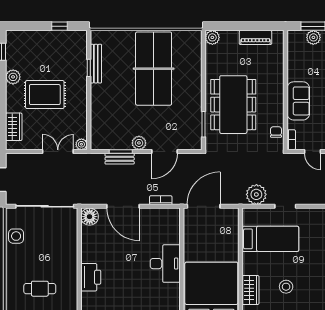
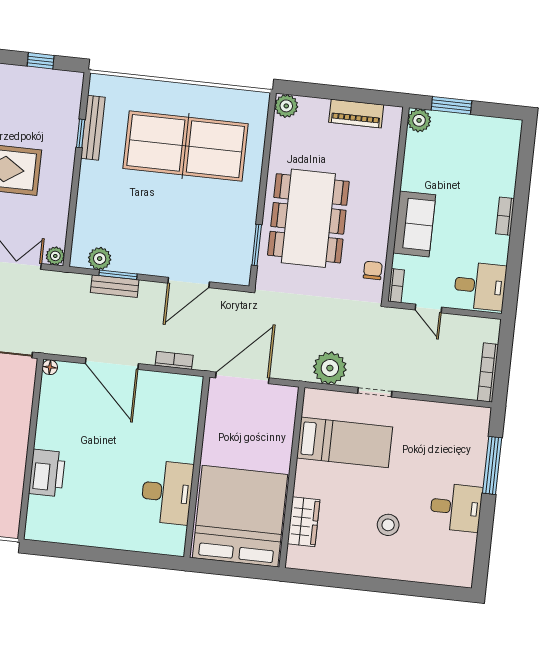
plant: (313, 37) -> (419, 120), moved
table tennis table: (154, 69) -> (186, 146), turned 90
plant: (139, 143) -> (100, 259), moved
floor lamp: (90, 217) -> (50, 367), width x0.53, depth x0.53
desk: (165, 264) -> (167, 492), moved
stool: (286, 287) -> (388, 525), moved

